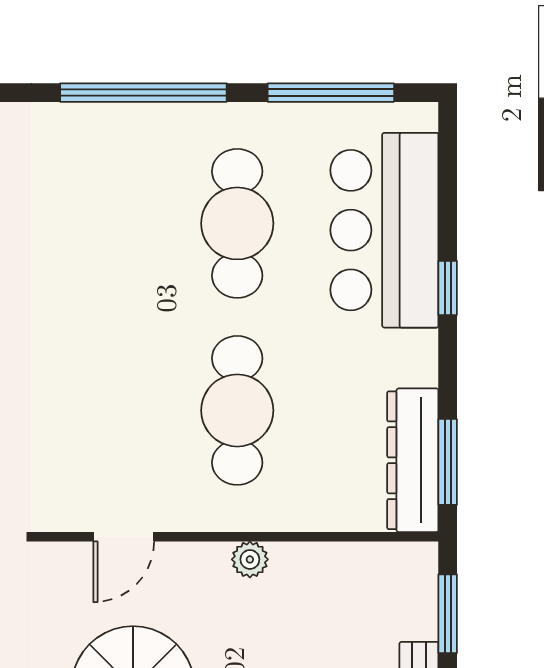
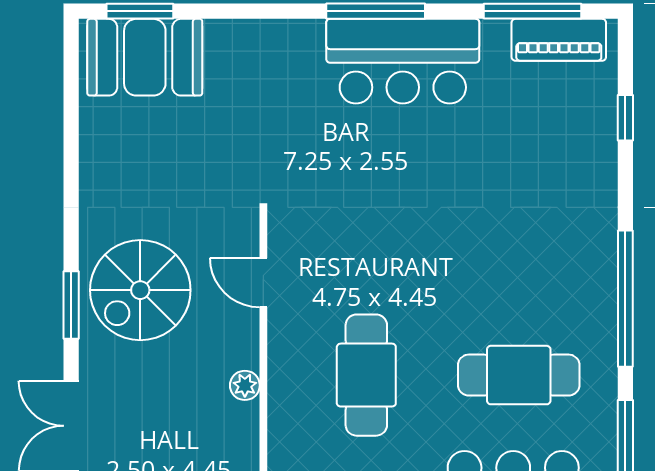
cafe table: (237, 410) -> (366, 375), turned 90

